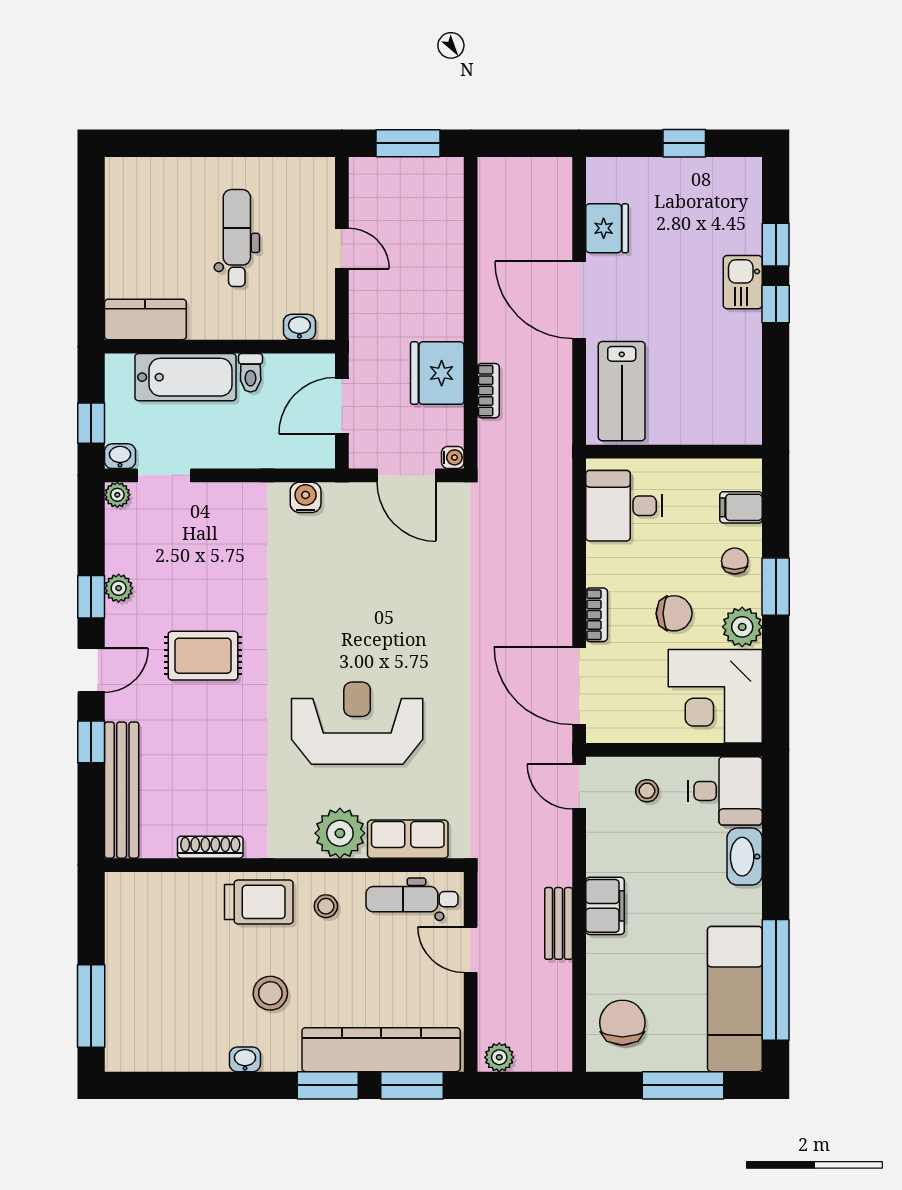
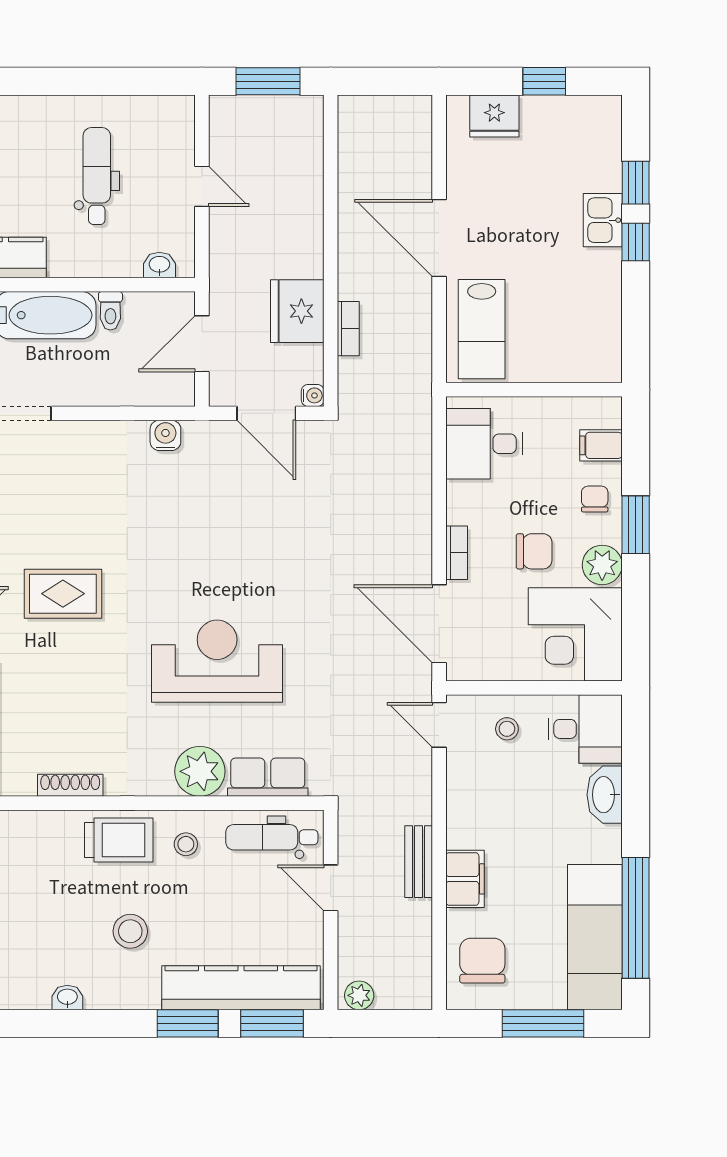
fridge: (607, 228) -> (494, 116), moved, turned 90
filing cabinet: (605, 906) -> (465, 879), moved
washbasin: (245, 1059) -> (67, 997), moved

